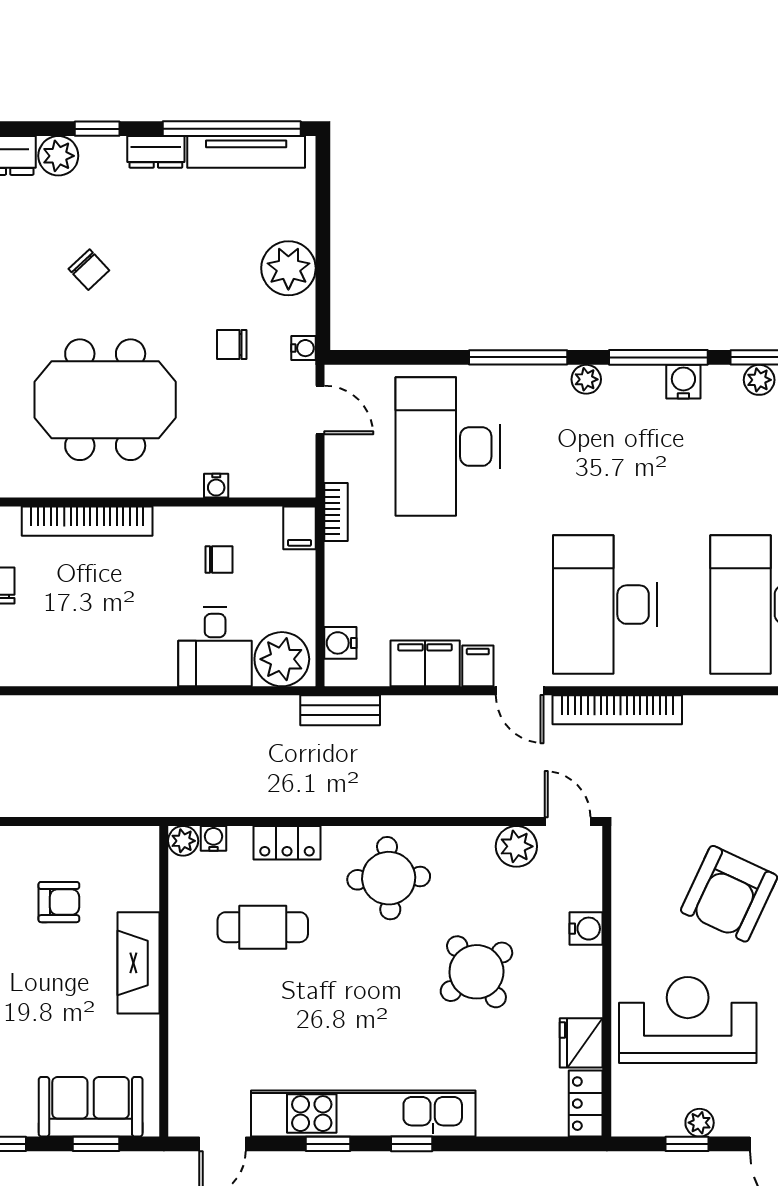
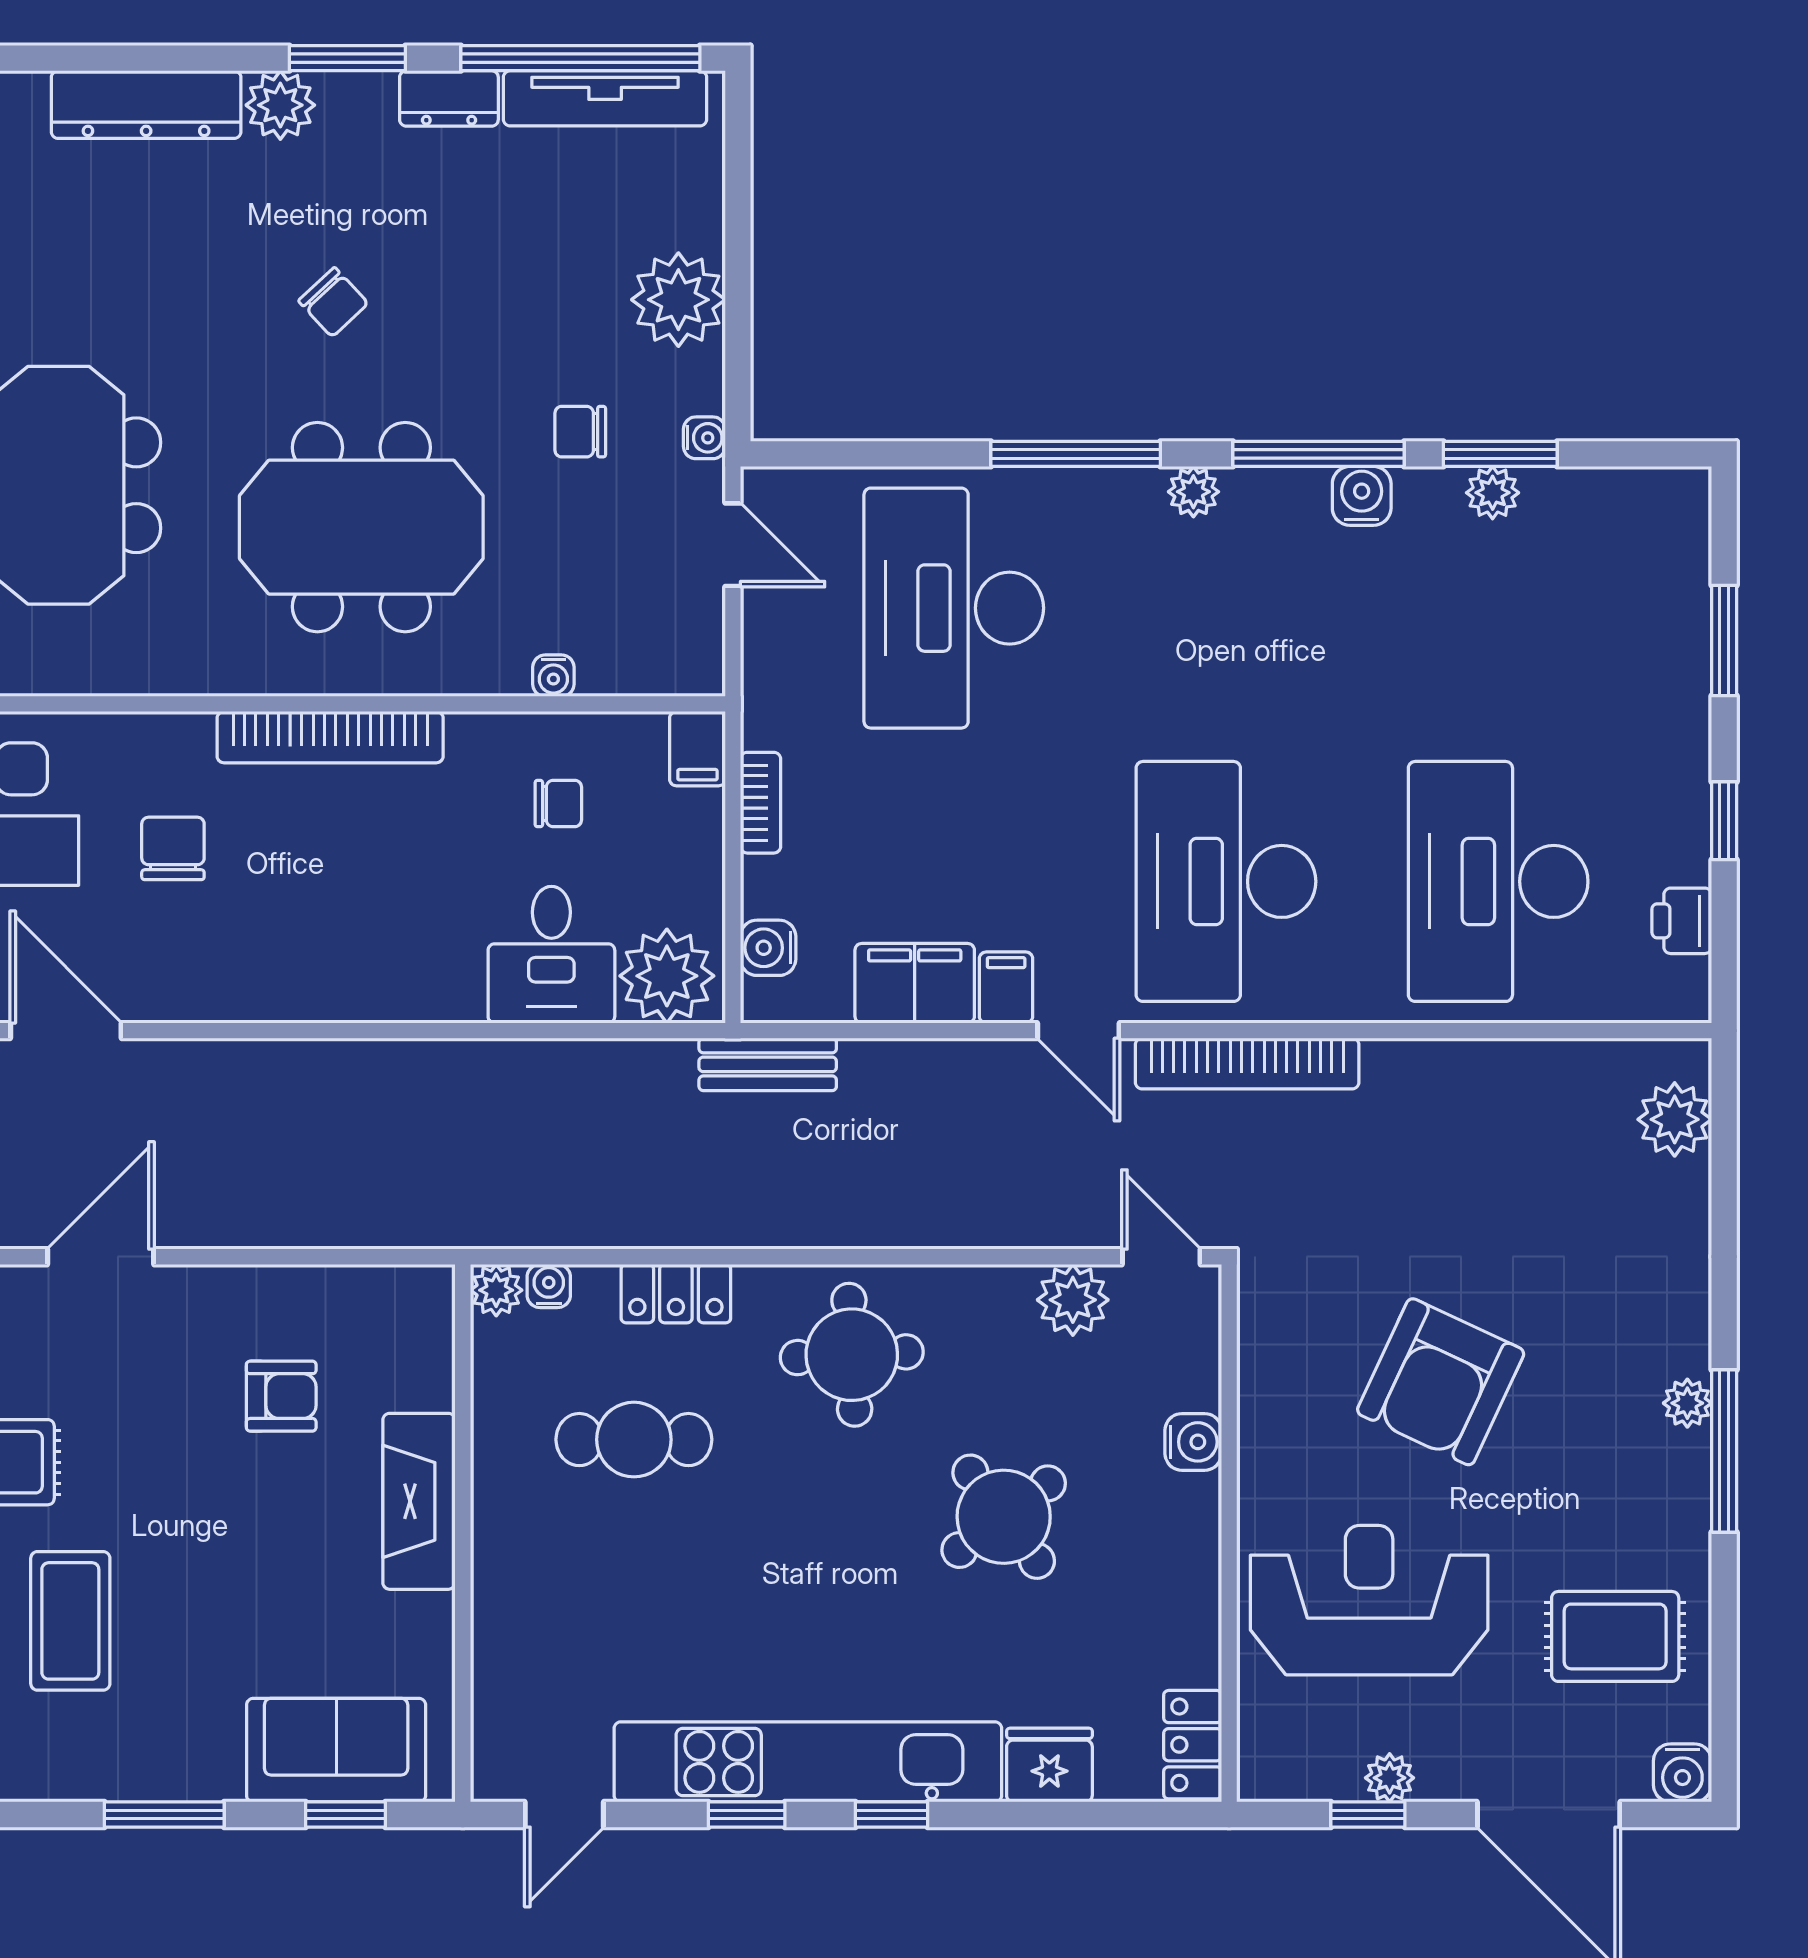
window: (97, 129) -> (347, 58), width x1.50
bookcase: (336, 512) -> (761, 803), moved
fridge: (581, 1043) -> (1049, 1765), moved, turned 90

